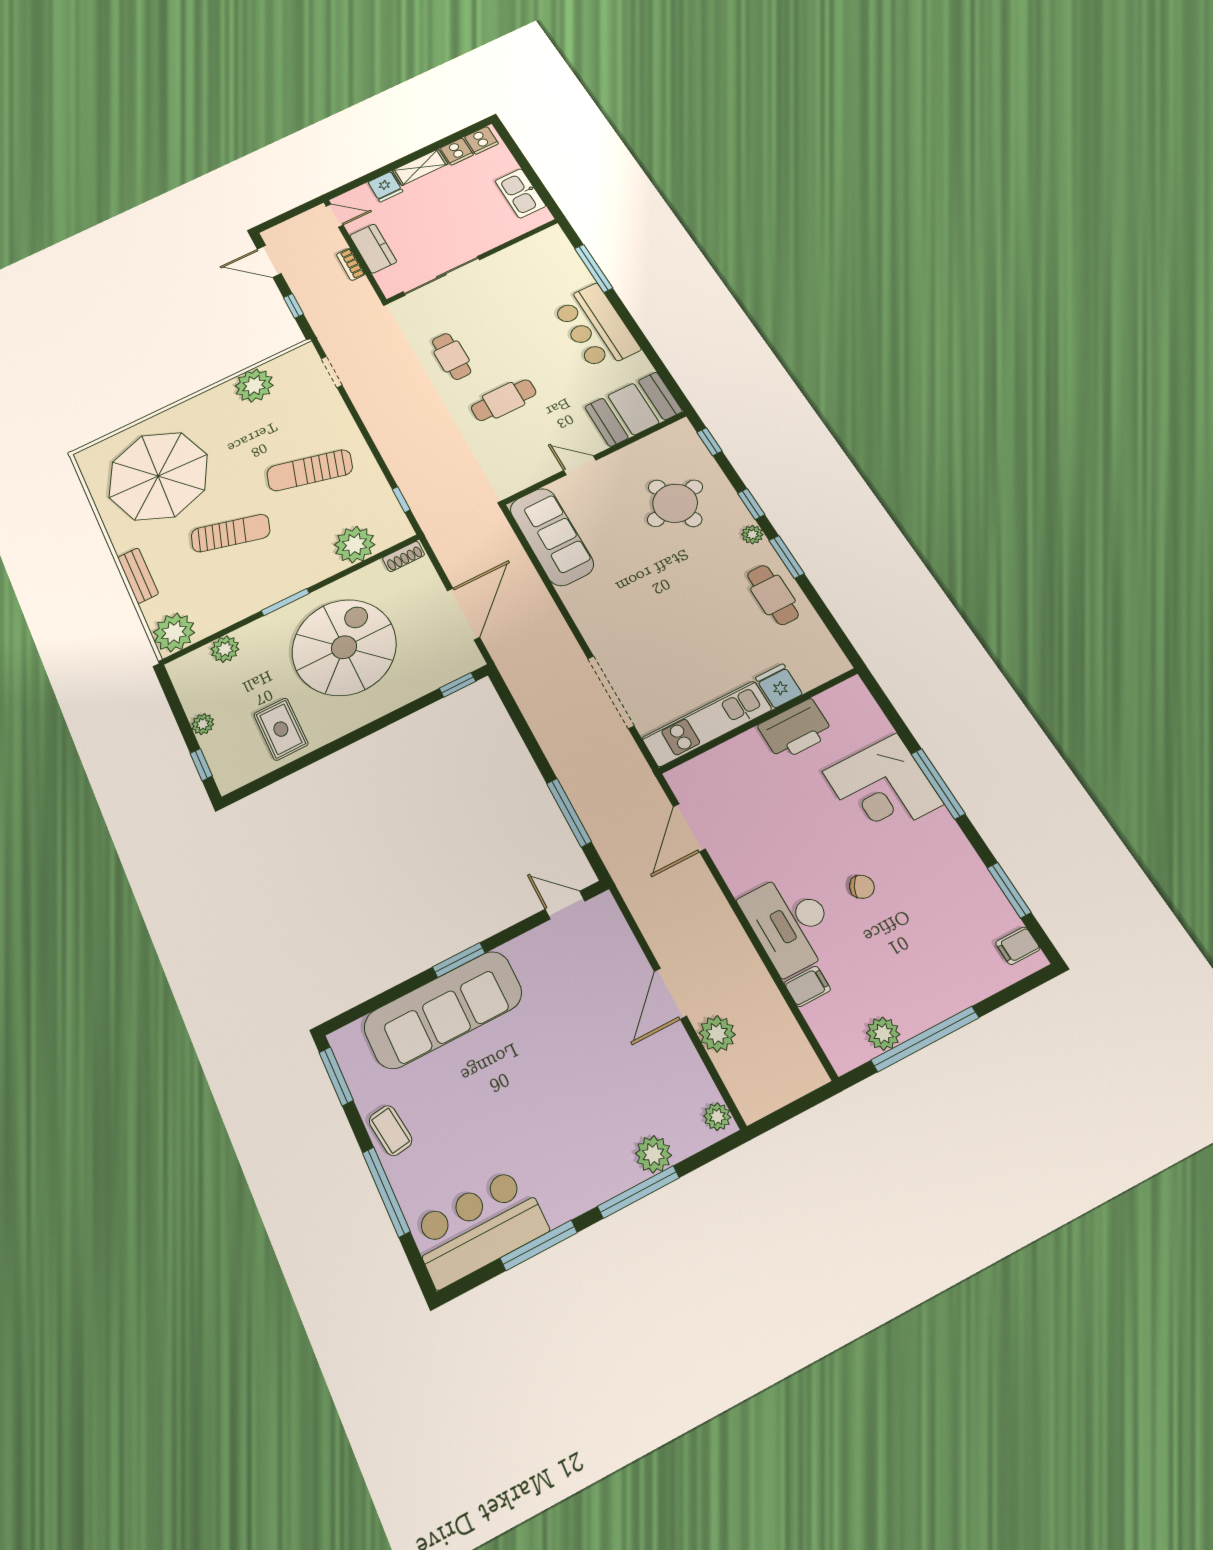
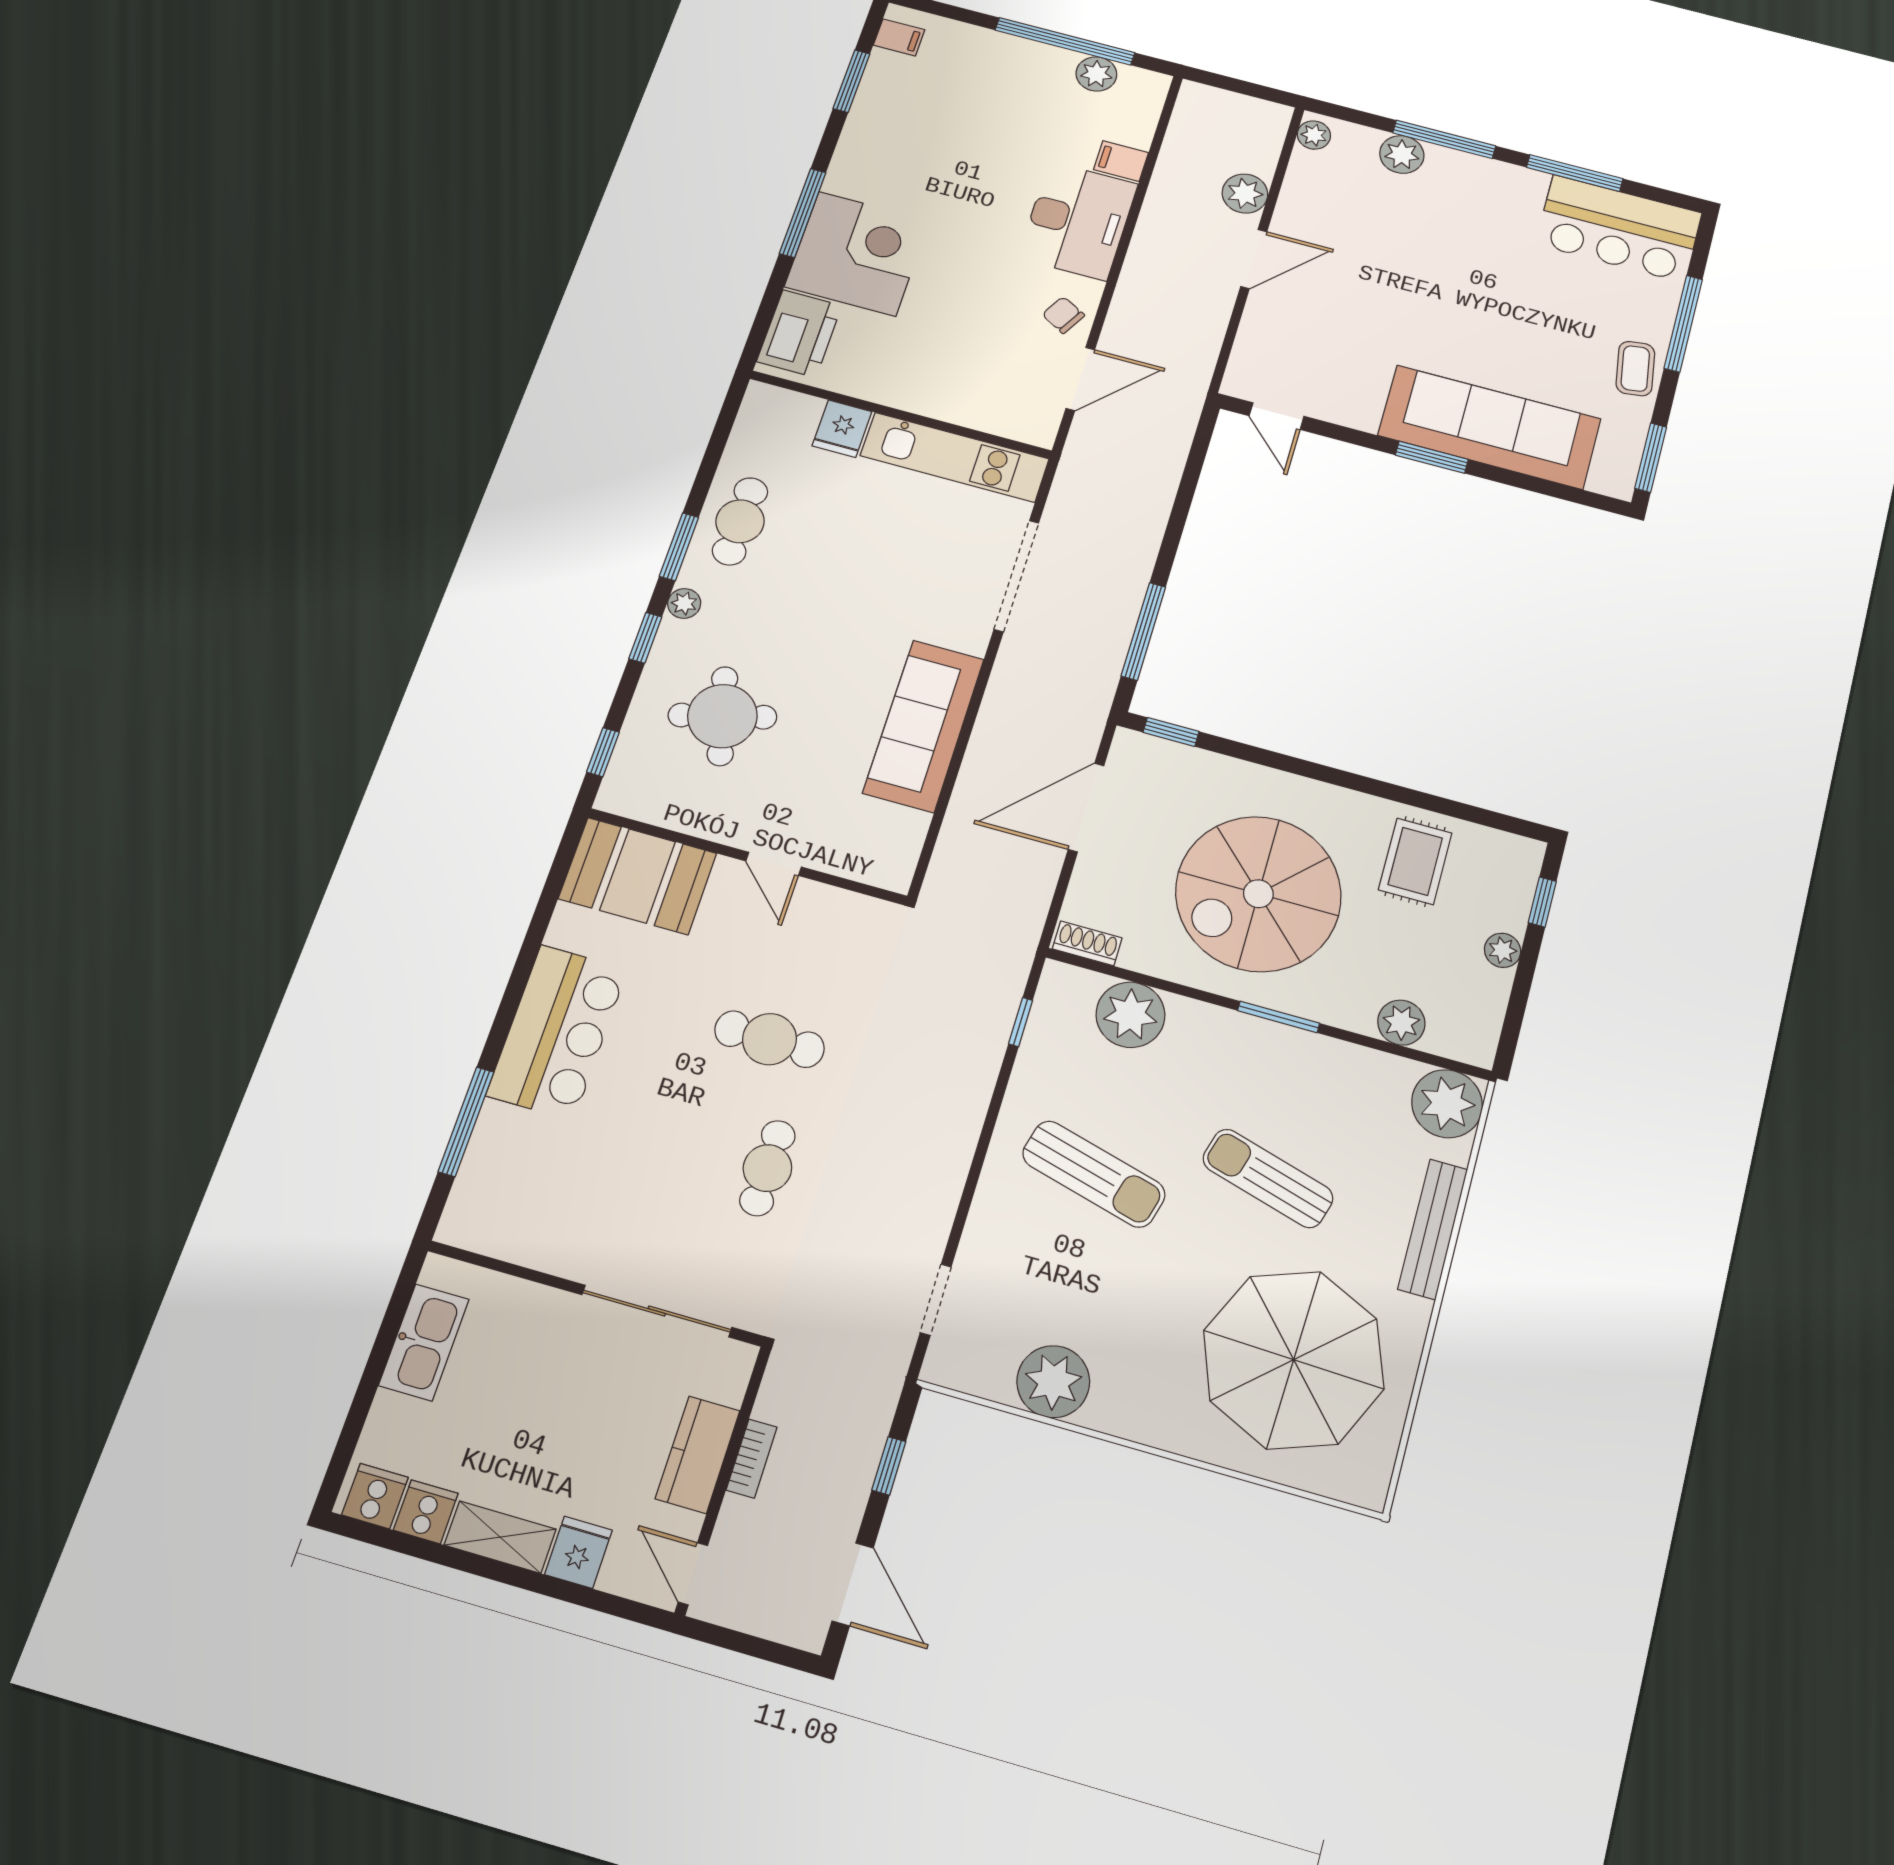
sofa: (552, 537) -> (924, 726), moved
bench: (138, 576) -> (1433, 1229), width x1.36
printer: (796, 730) -> (799, 333), moved, turned 90
window: (569, 812) -> (1143, 631), moved
chair: (862, 887) -> (1063, 315), moved

